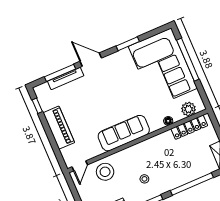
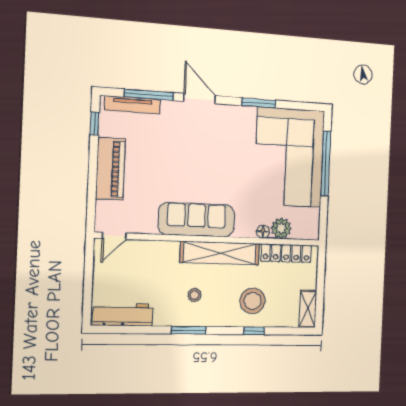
tv unit: (66, 78) -> (133, 105), moved
plant: (189, 109) -> (281, 228), moved
shelving: (148, 146) -> (220, 253), added
stool: (105, 172) -> (253, 301), moved
window: (192, 184) -> (254, 331), width x0.32

